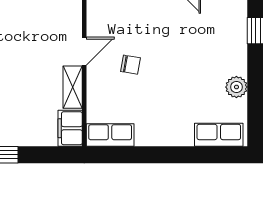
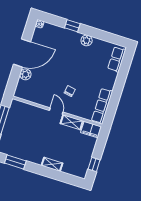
plant: (236, 87) -> (87, 40), moved
row of seats: (110, 135) -> (102, 106), width x1.48

